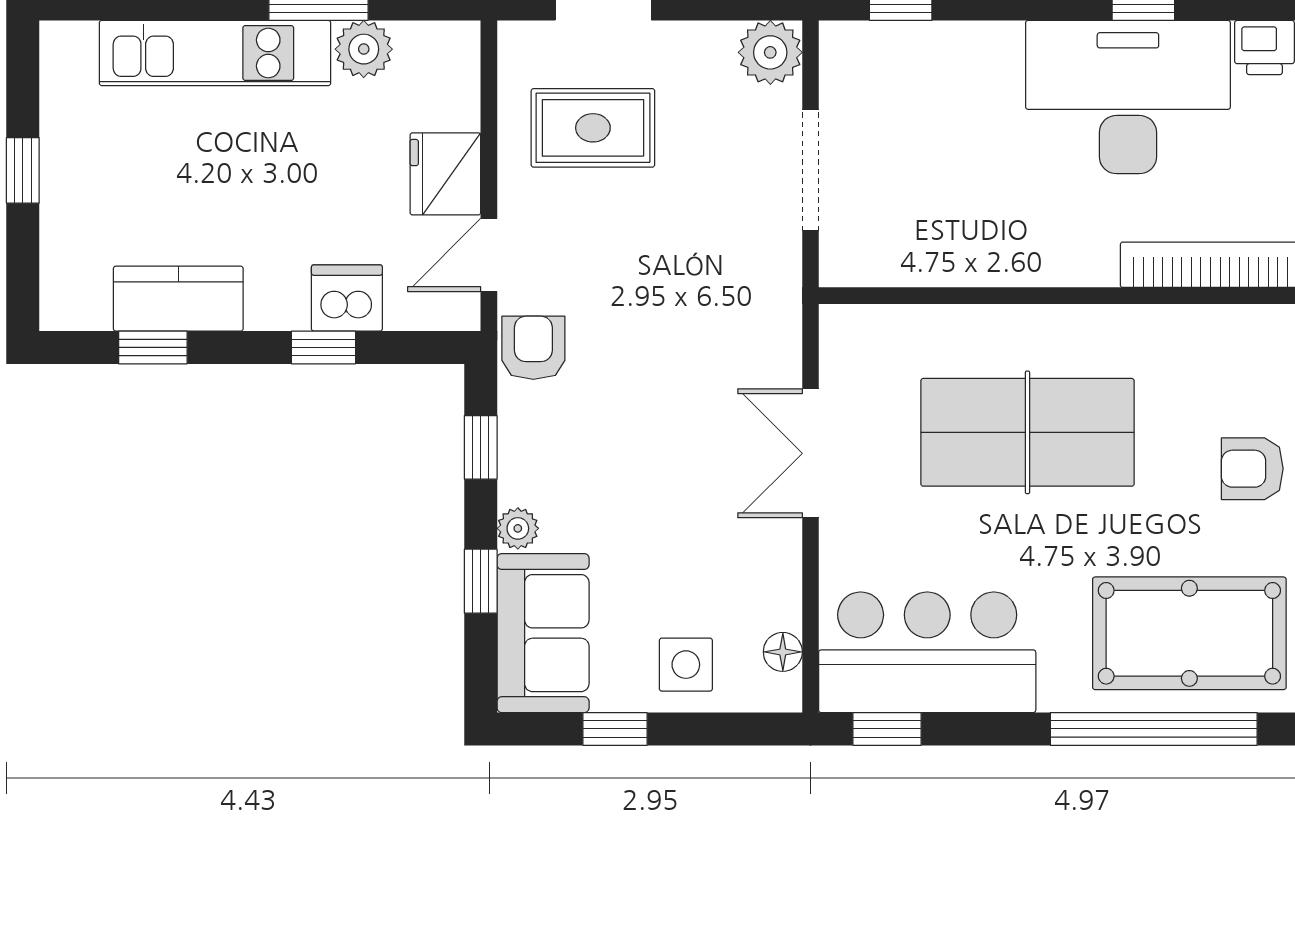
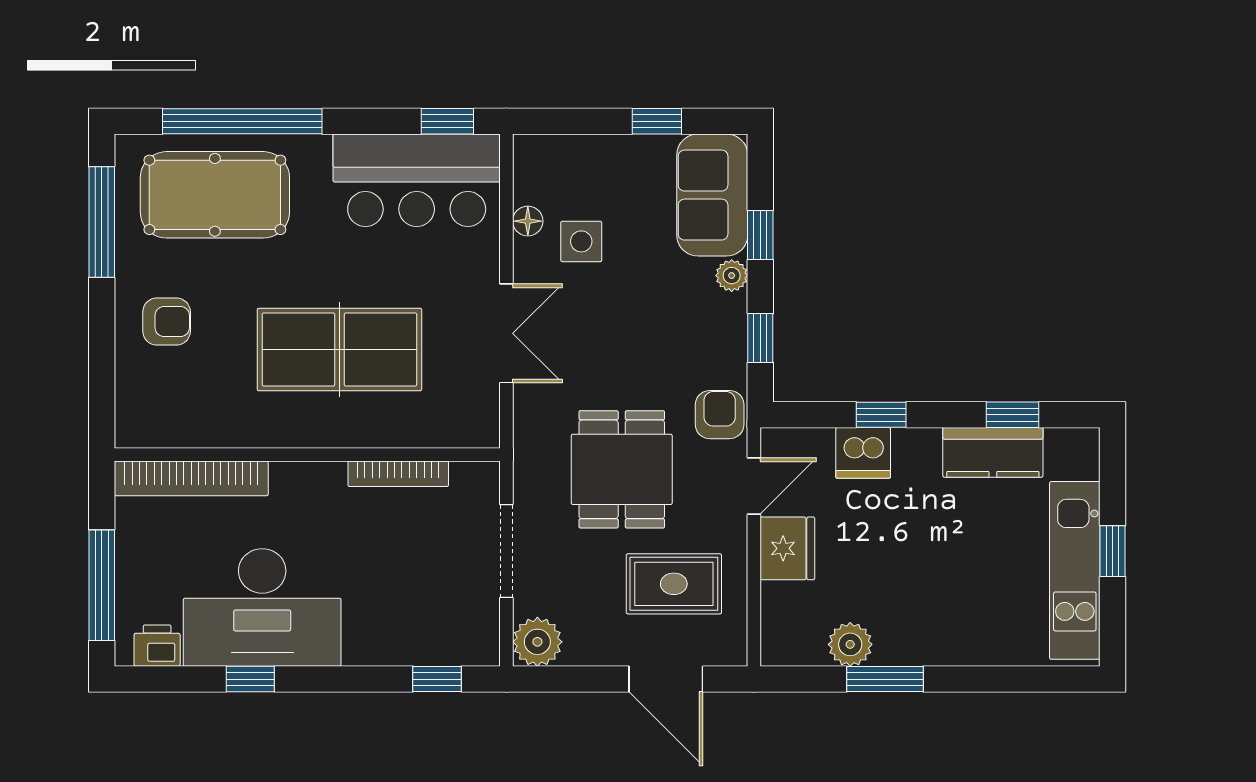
kitchen unit: (215, 53) -> (1075, 570), moved, turned -90
bookcase: (951, 271) -> (398, 474), added
dining table: (661, 277) -> (622, 469), added
armchair: (533, 348) -> (720, 415), turned 180
floor lamp: (783, 652) -> (528, 221), moved
side table: (686, 665) -> (581, 241), moved

